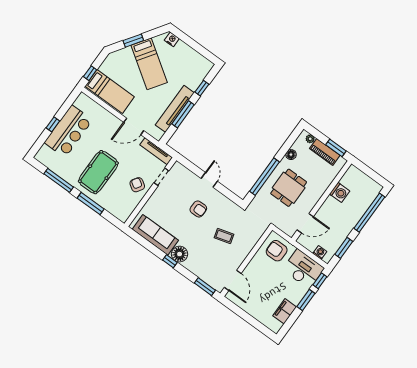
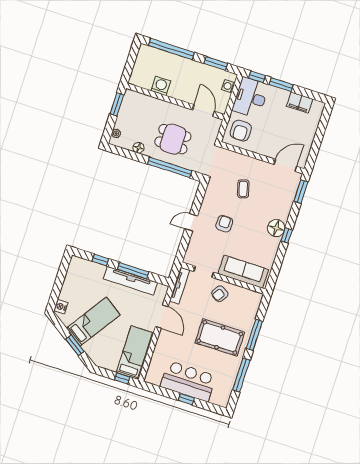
piano: (325, 152) -> (125, 114), removed
sofa: (155, 235) -> (243, 272), moved, turned 90

